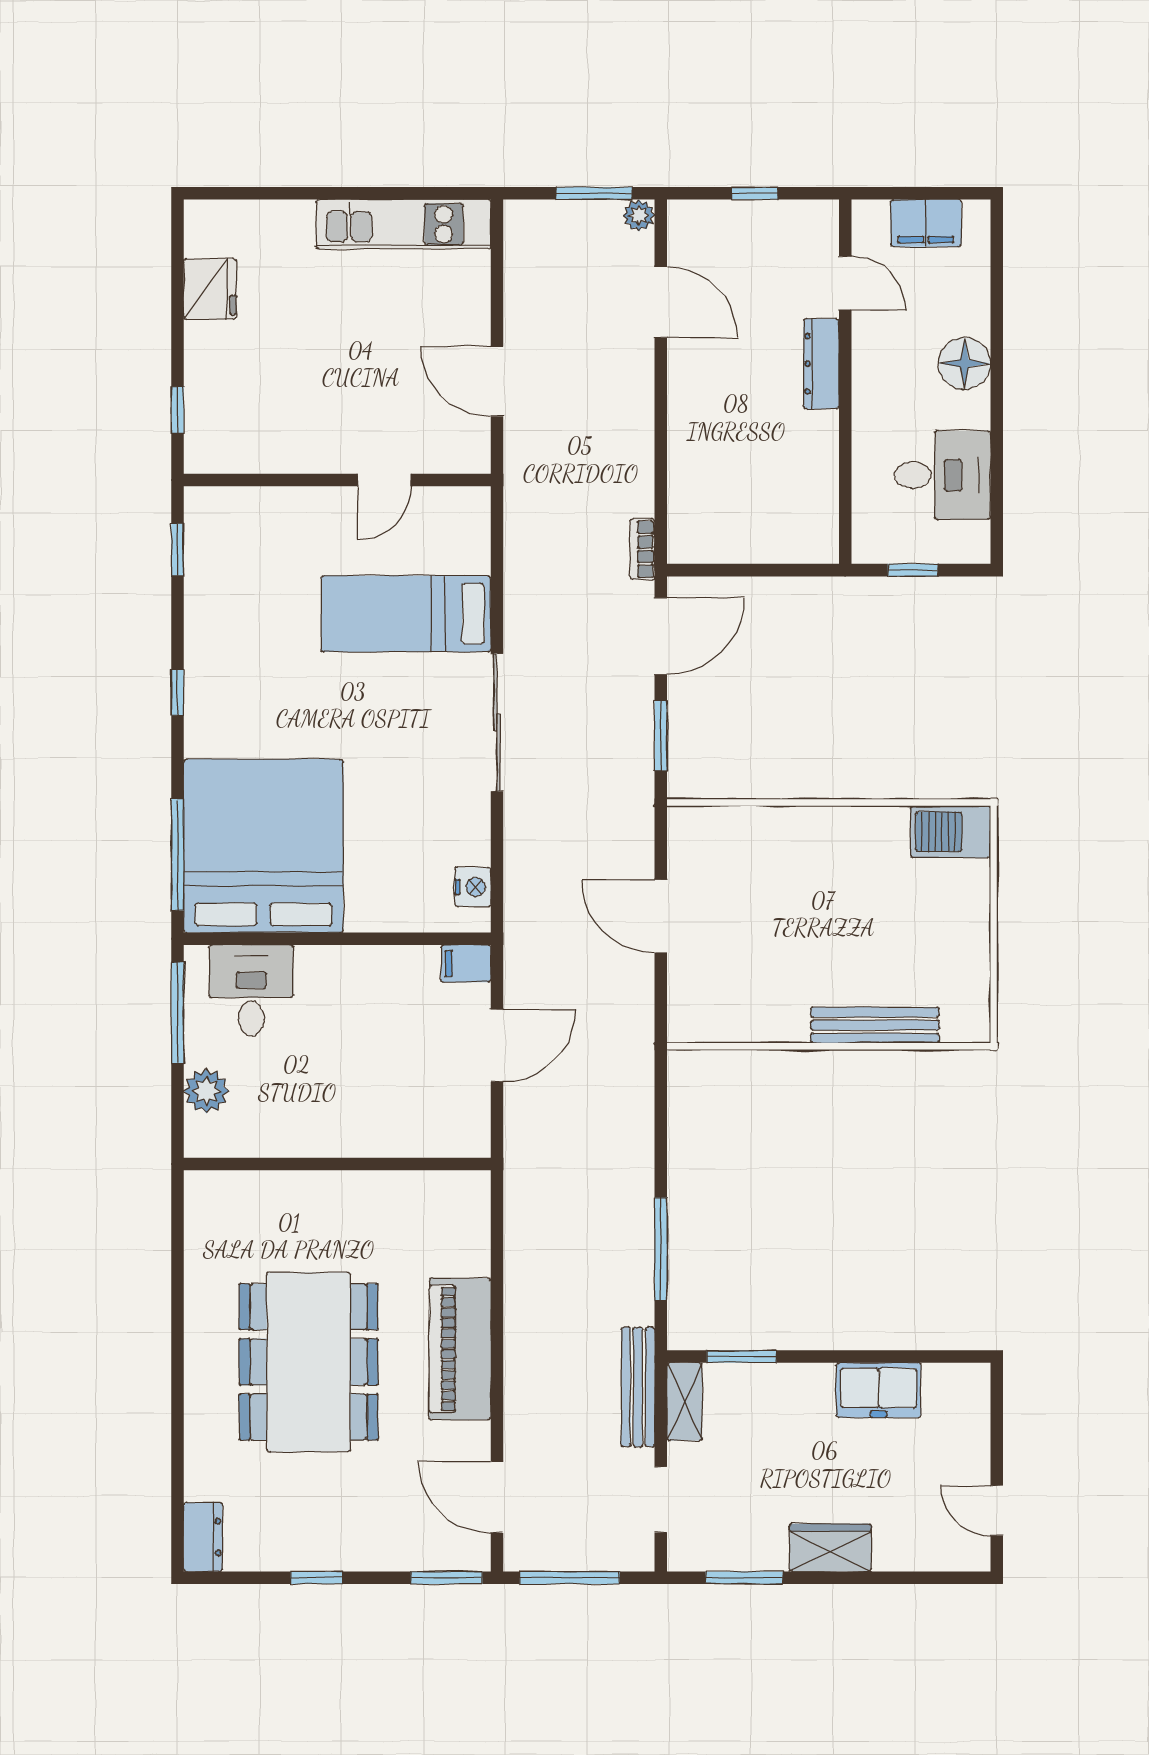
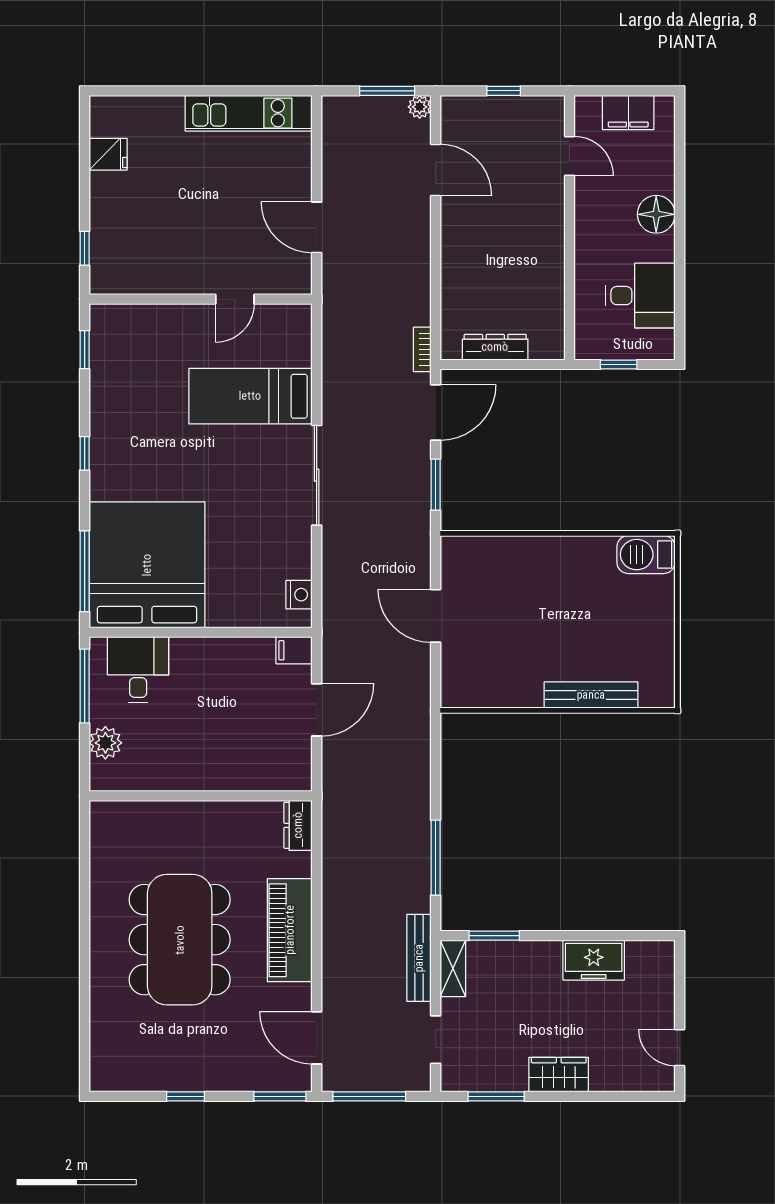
fridge: (210, 289) -> (108, 154), width x0.72
dresser: (821, 364) -> (495, 347), moved, turned 90
dresser: (203, 1537) -> (298, 825), moved, turned 180

